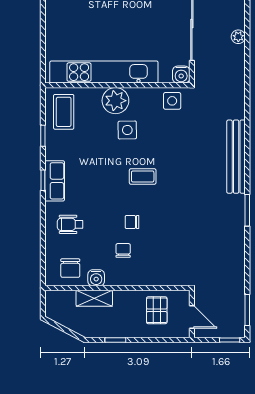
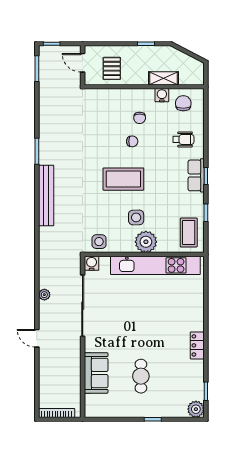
coffee table: (143, 176) -> (123, 179), width x1.86, depth x1.72

